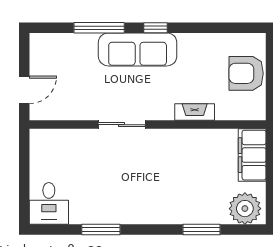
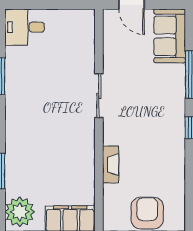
sofa: (138, 49) -> (170, 36), moved, width x0.73

